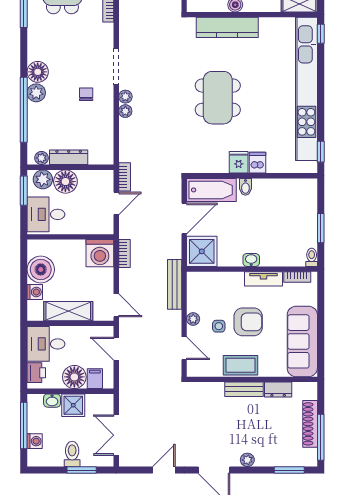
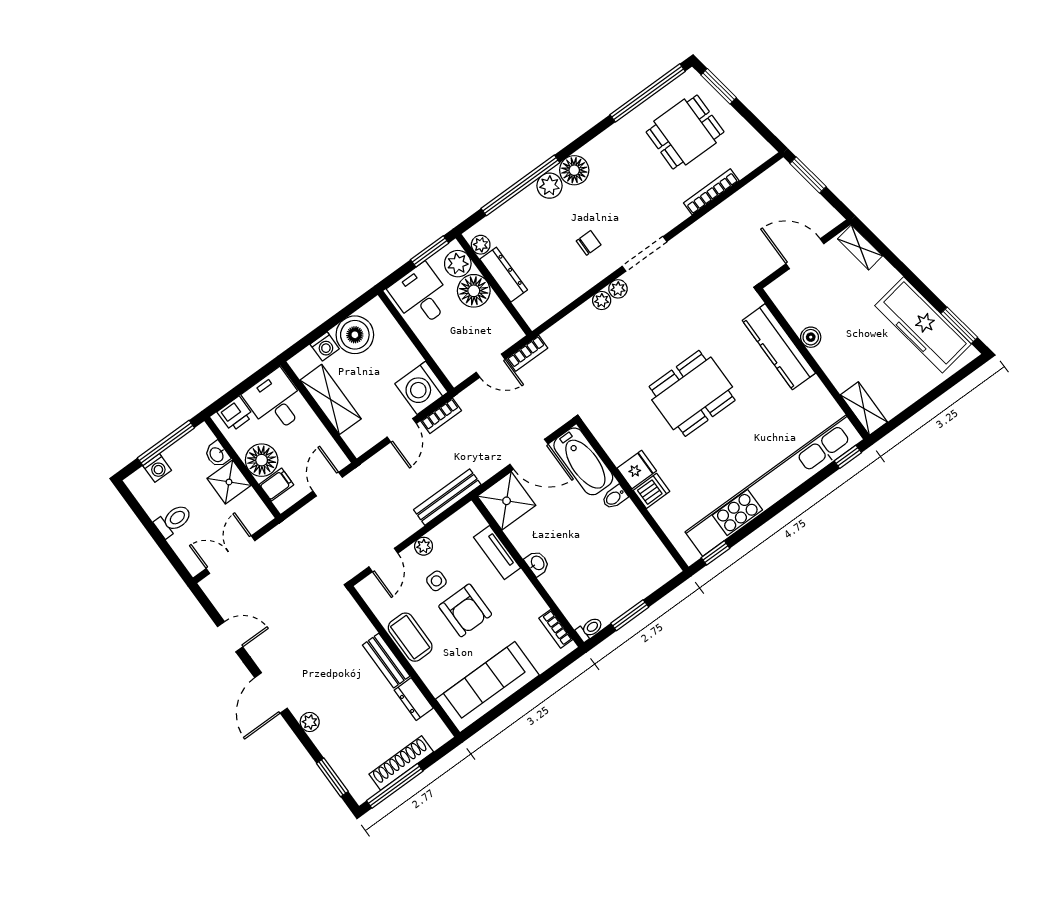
tv unit: (264, 279) -> (497, 552), moved
door: (116, 305) -> (402, 430), moved
window: (82, 470) -> (163, 544), removed

